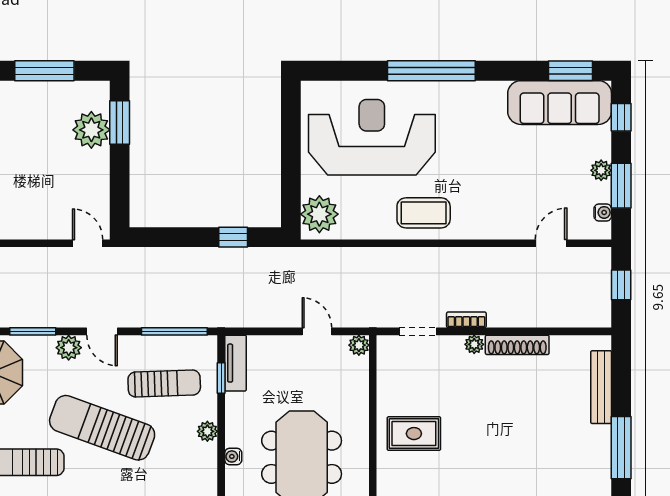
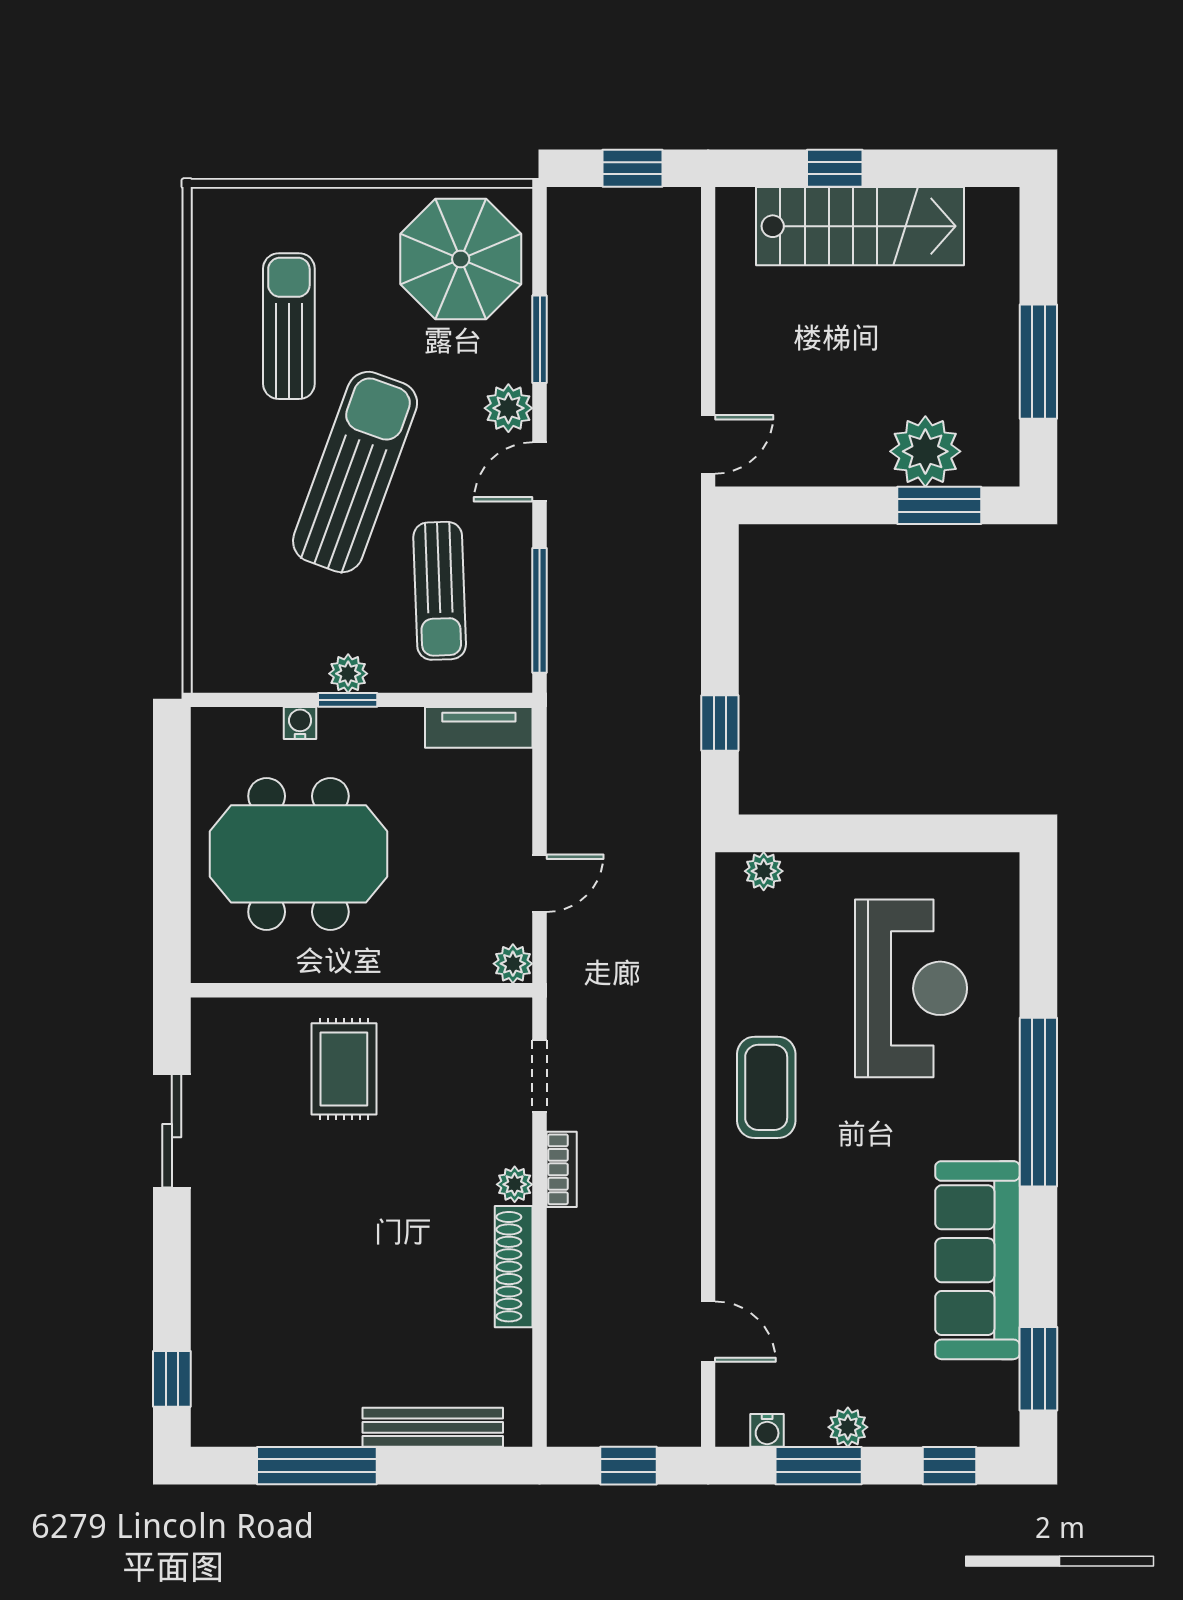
sofa: (560, 103) -> (977, 1260), moved
reception desk: (372, 137) -> (911, 988), width x0.74, depth x0.77
plant: (319, 214) -> (764, 871), width x0.53, depth x0.53
window: (221, 378) -> (348, 700), moved

